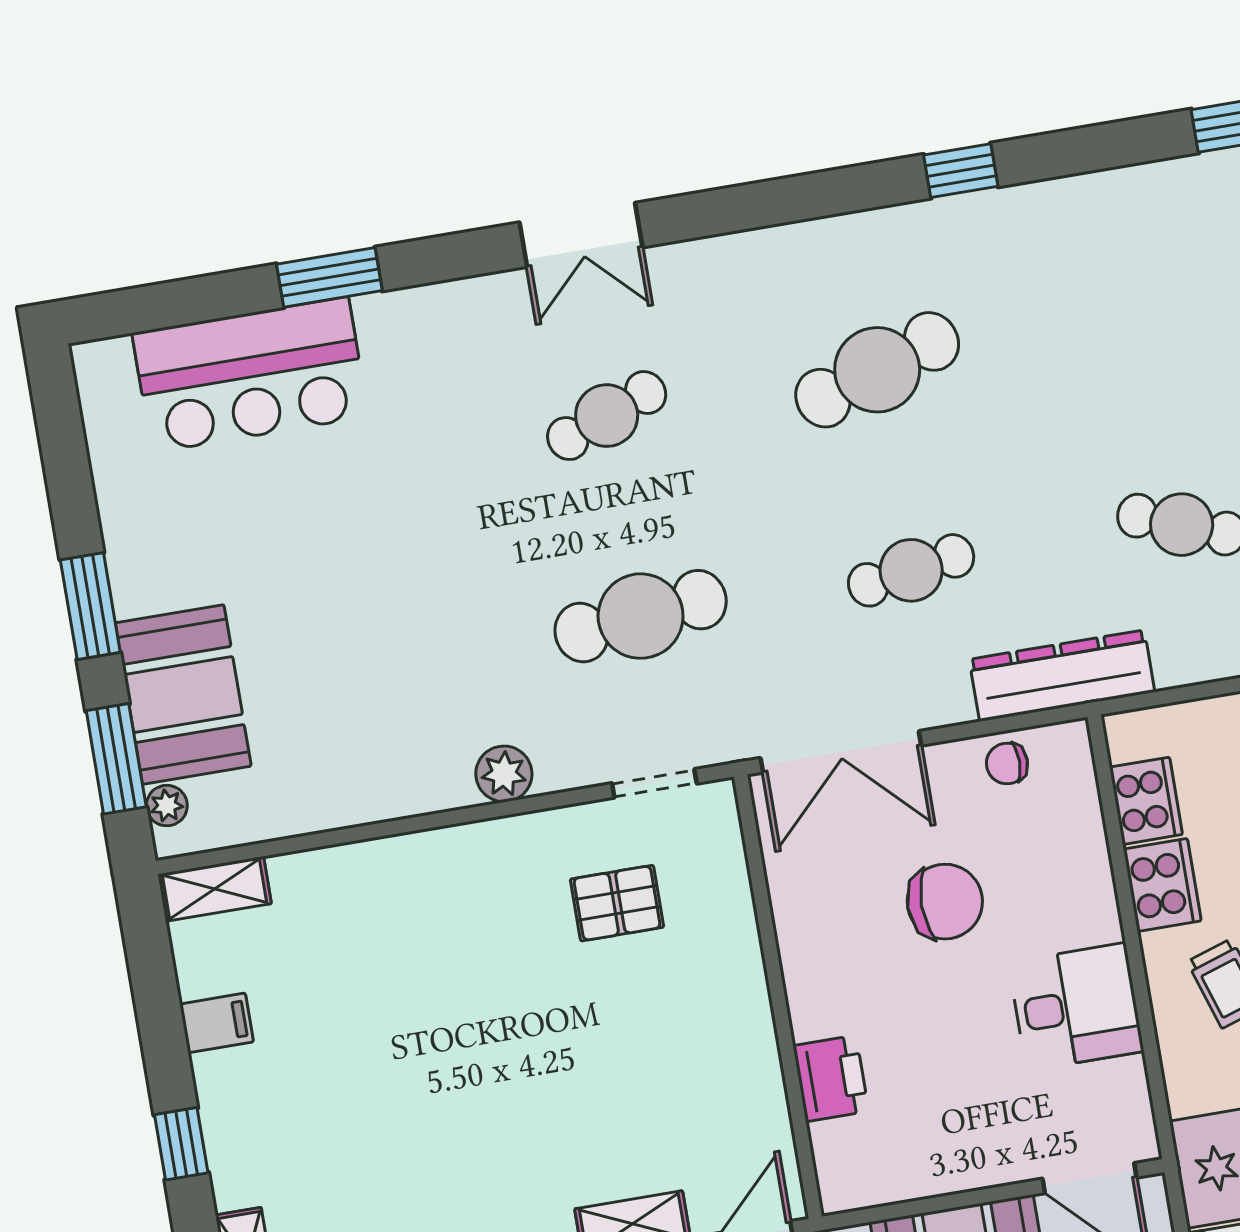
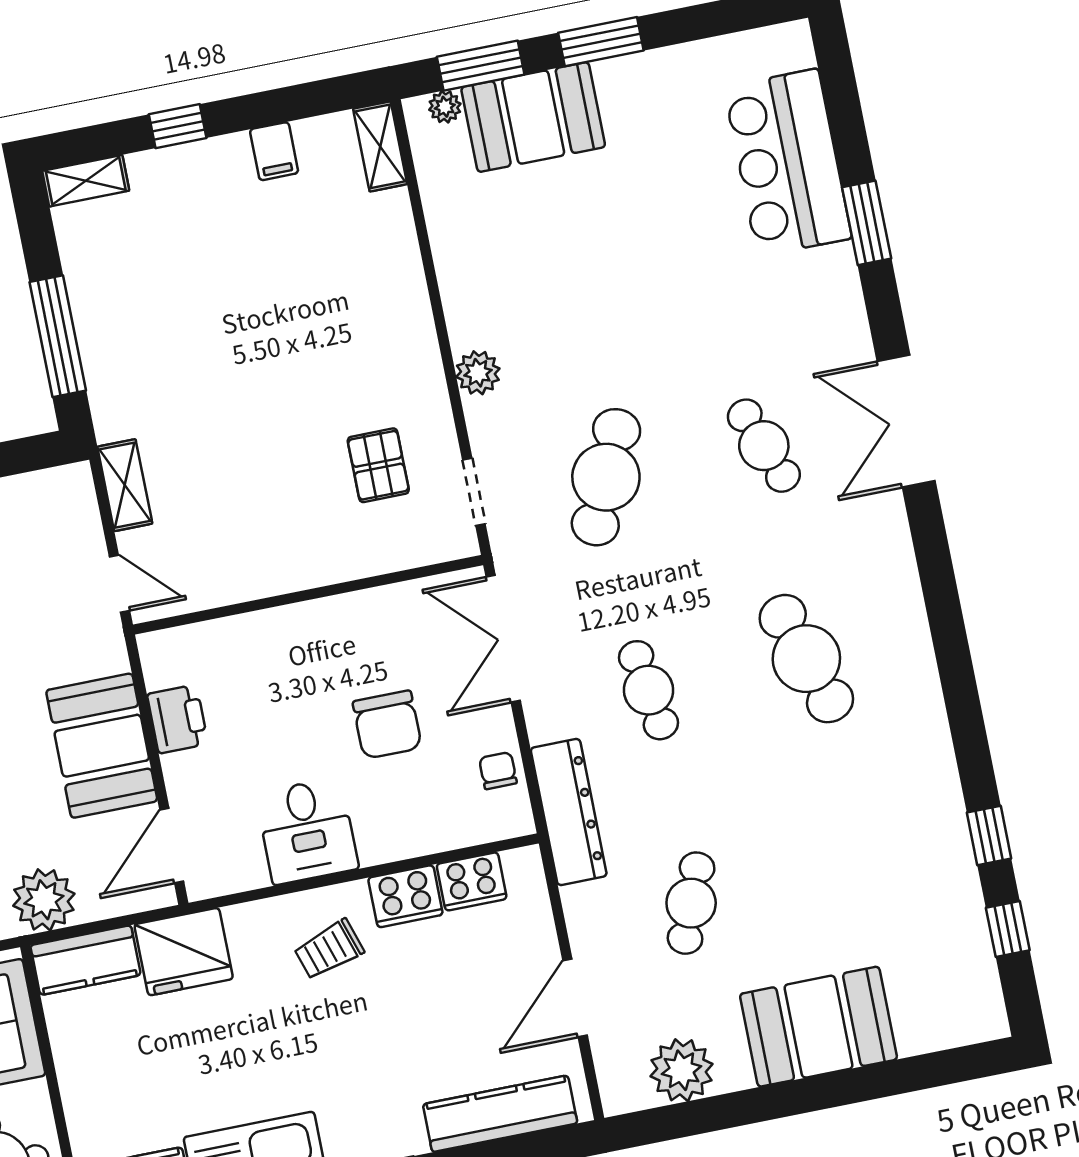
window: (961, 171) -> (989, 835), moved
double door: (581, 235) -> (906, 421), width x1.37
cafe table: (641, 616) -> (606, 477), turned 30
printer: (831, 1078) -> (178, 719), moved, turned -90

